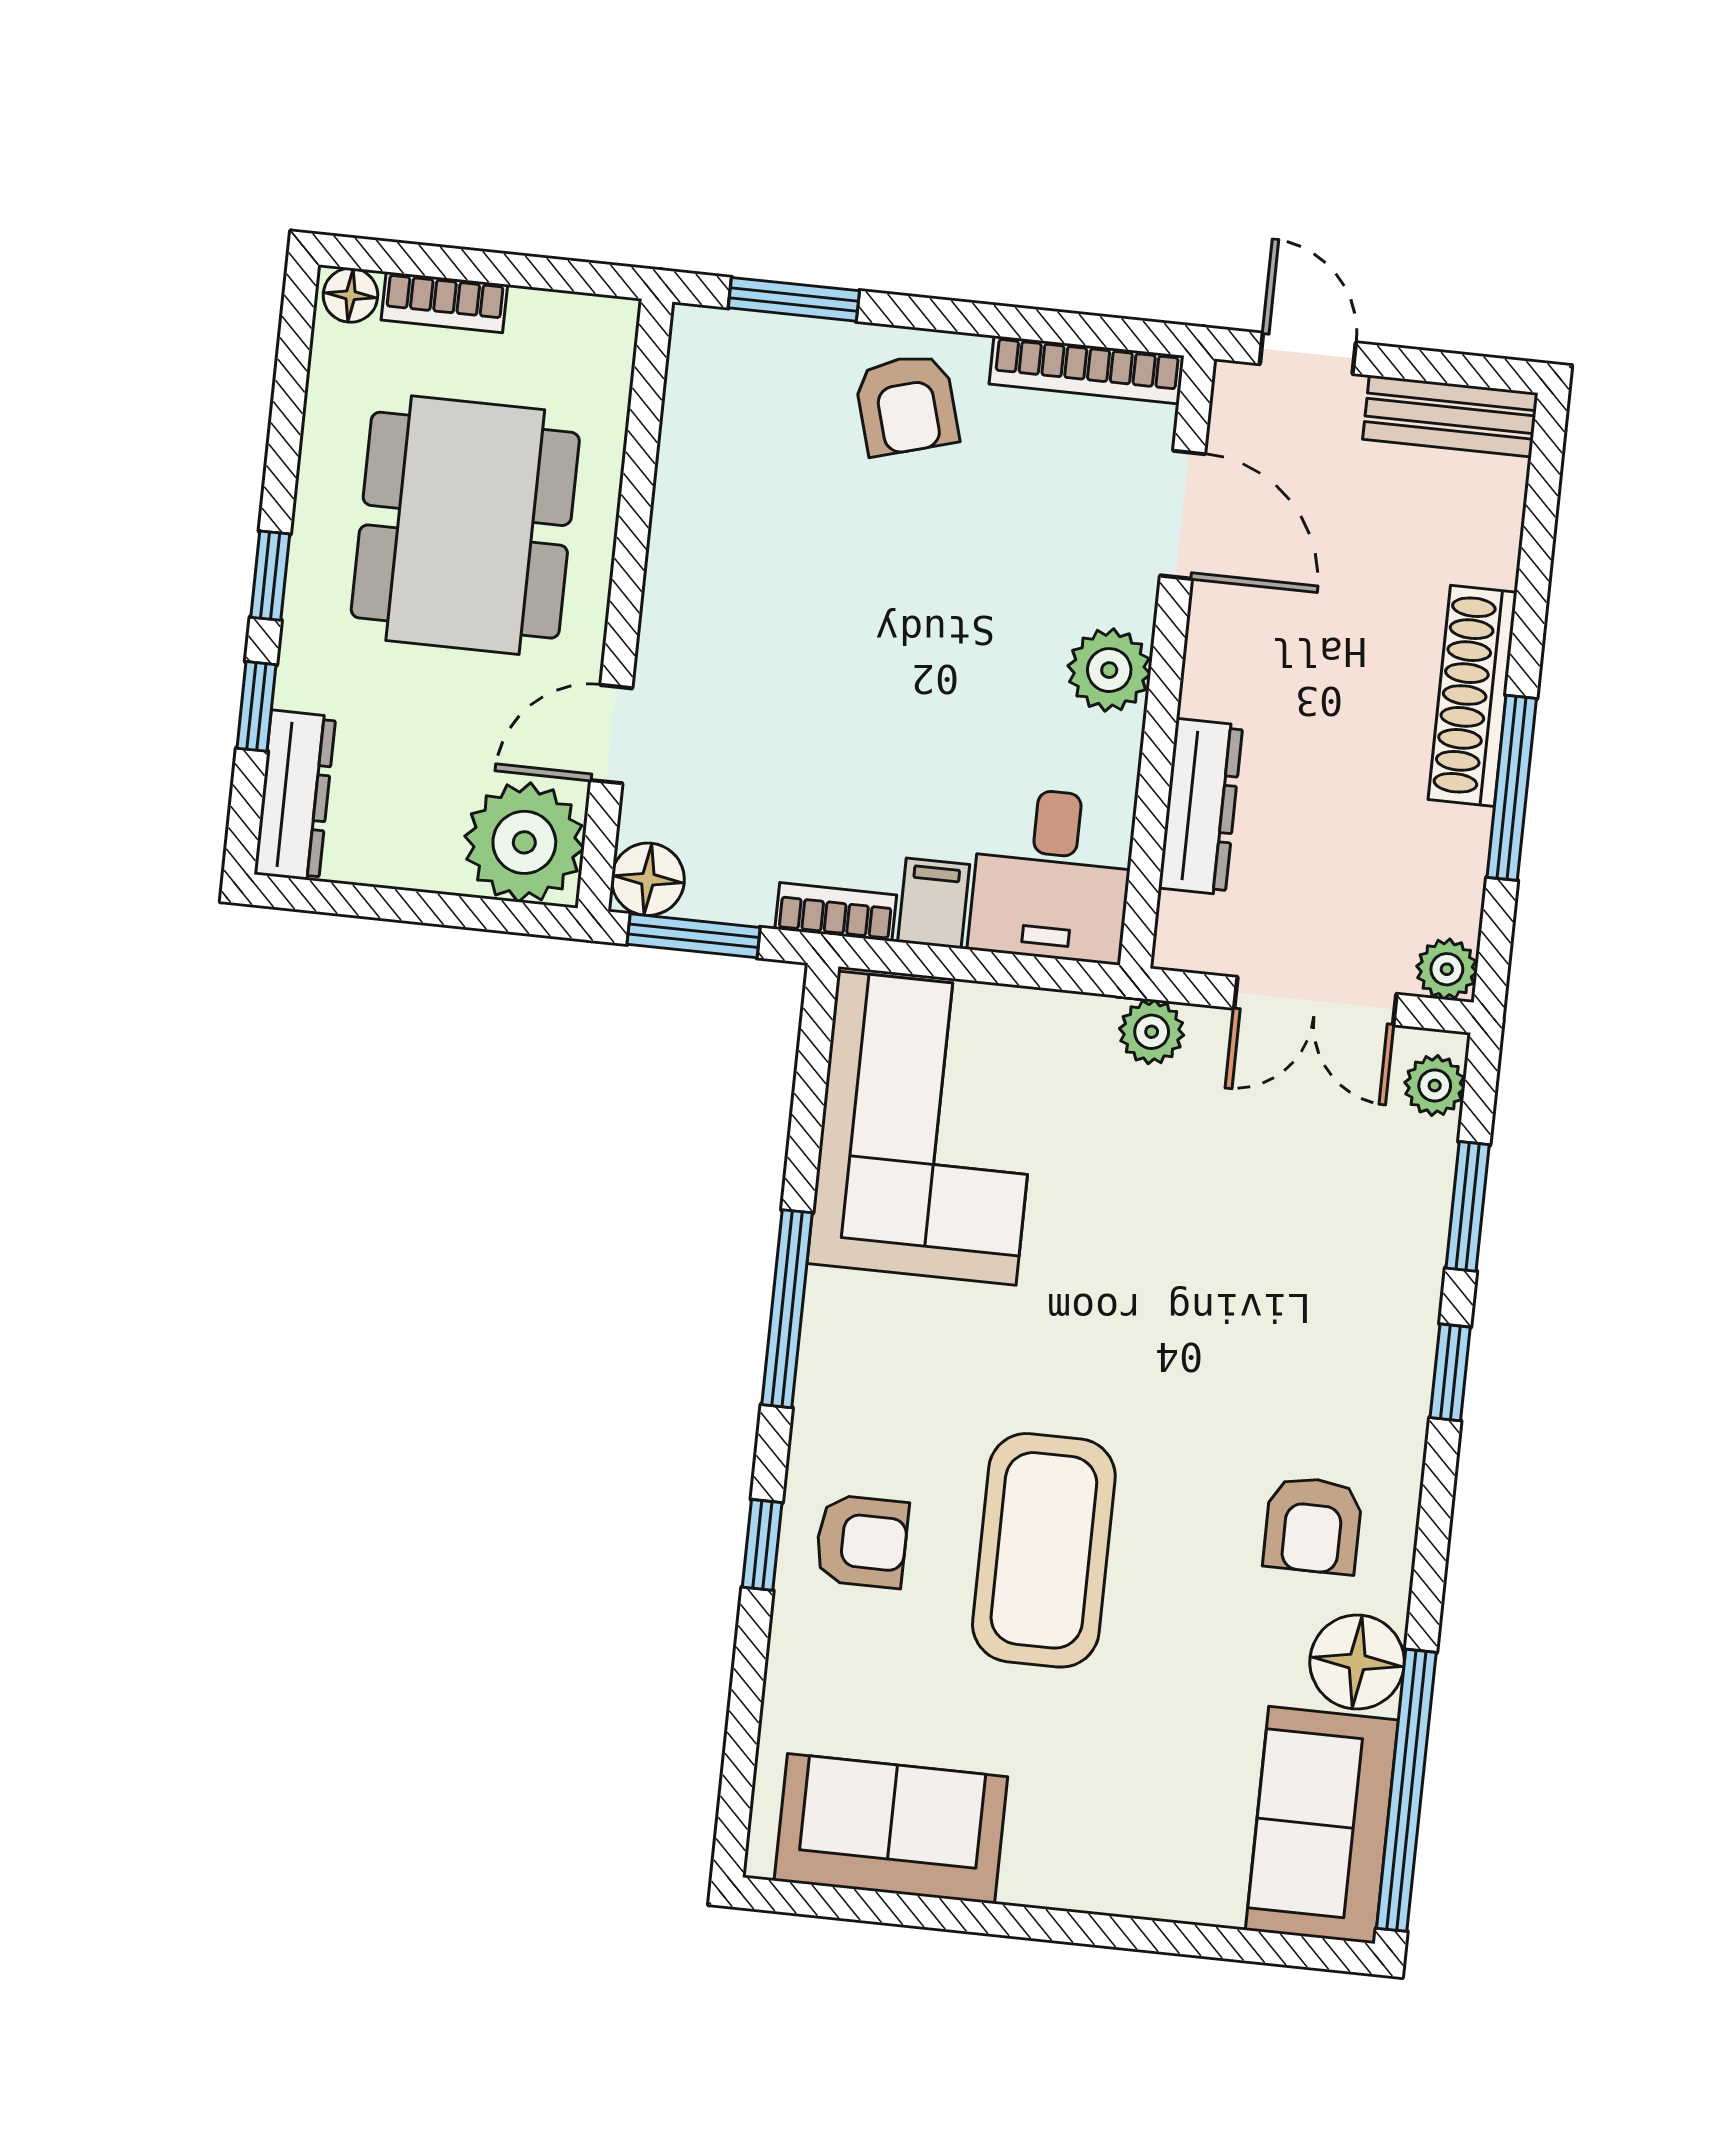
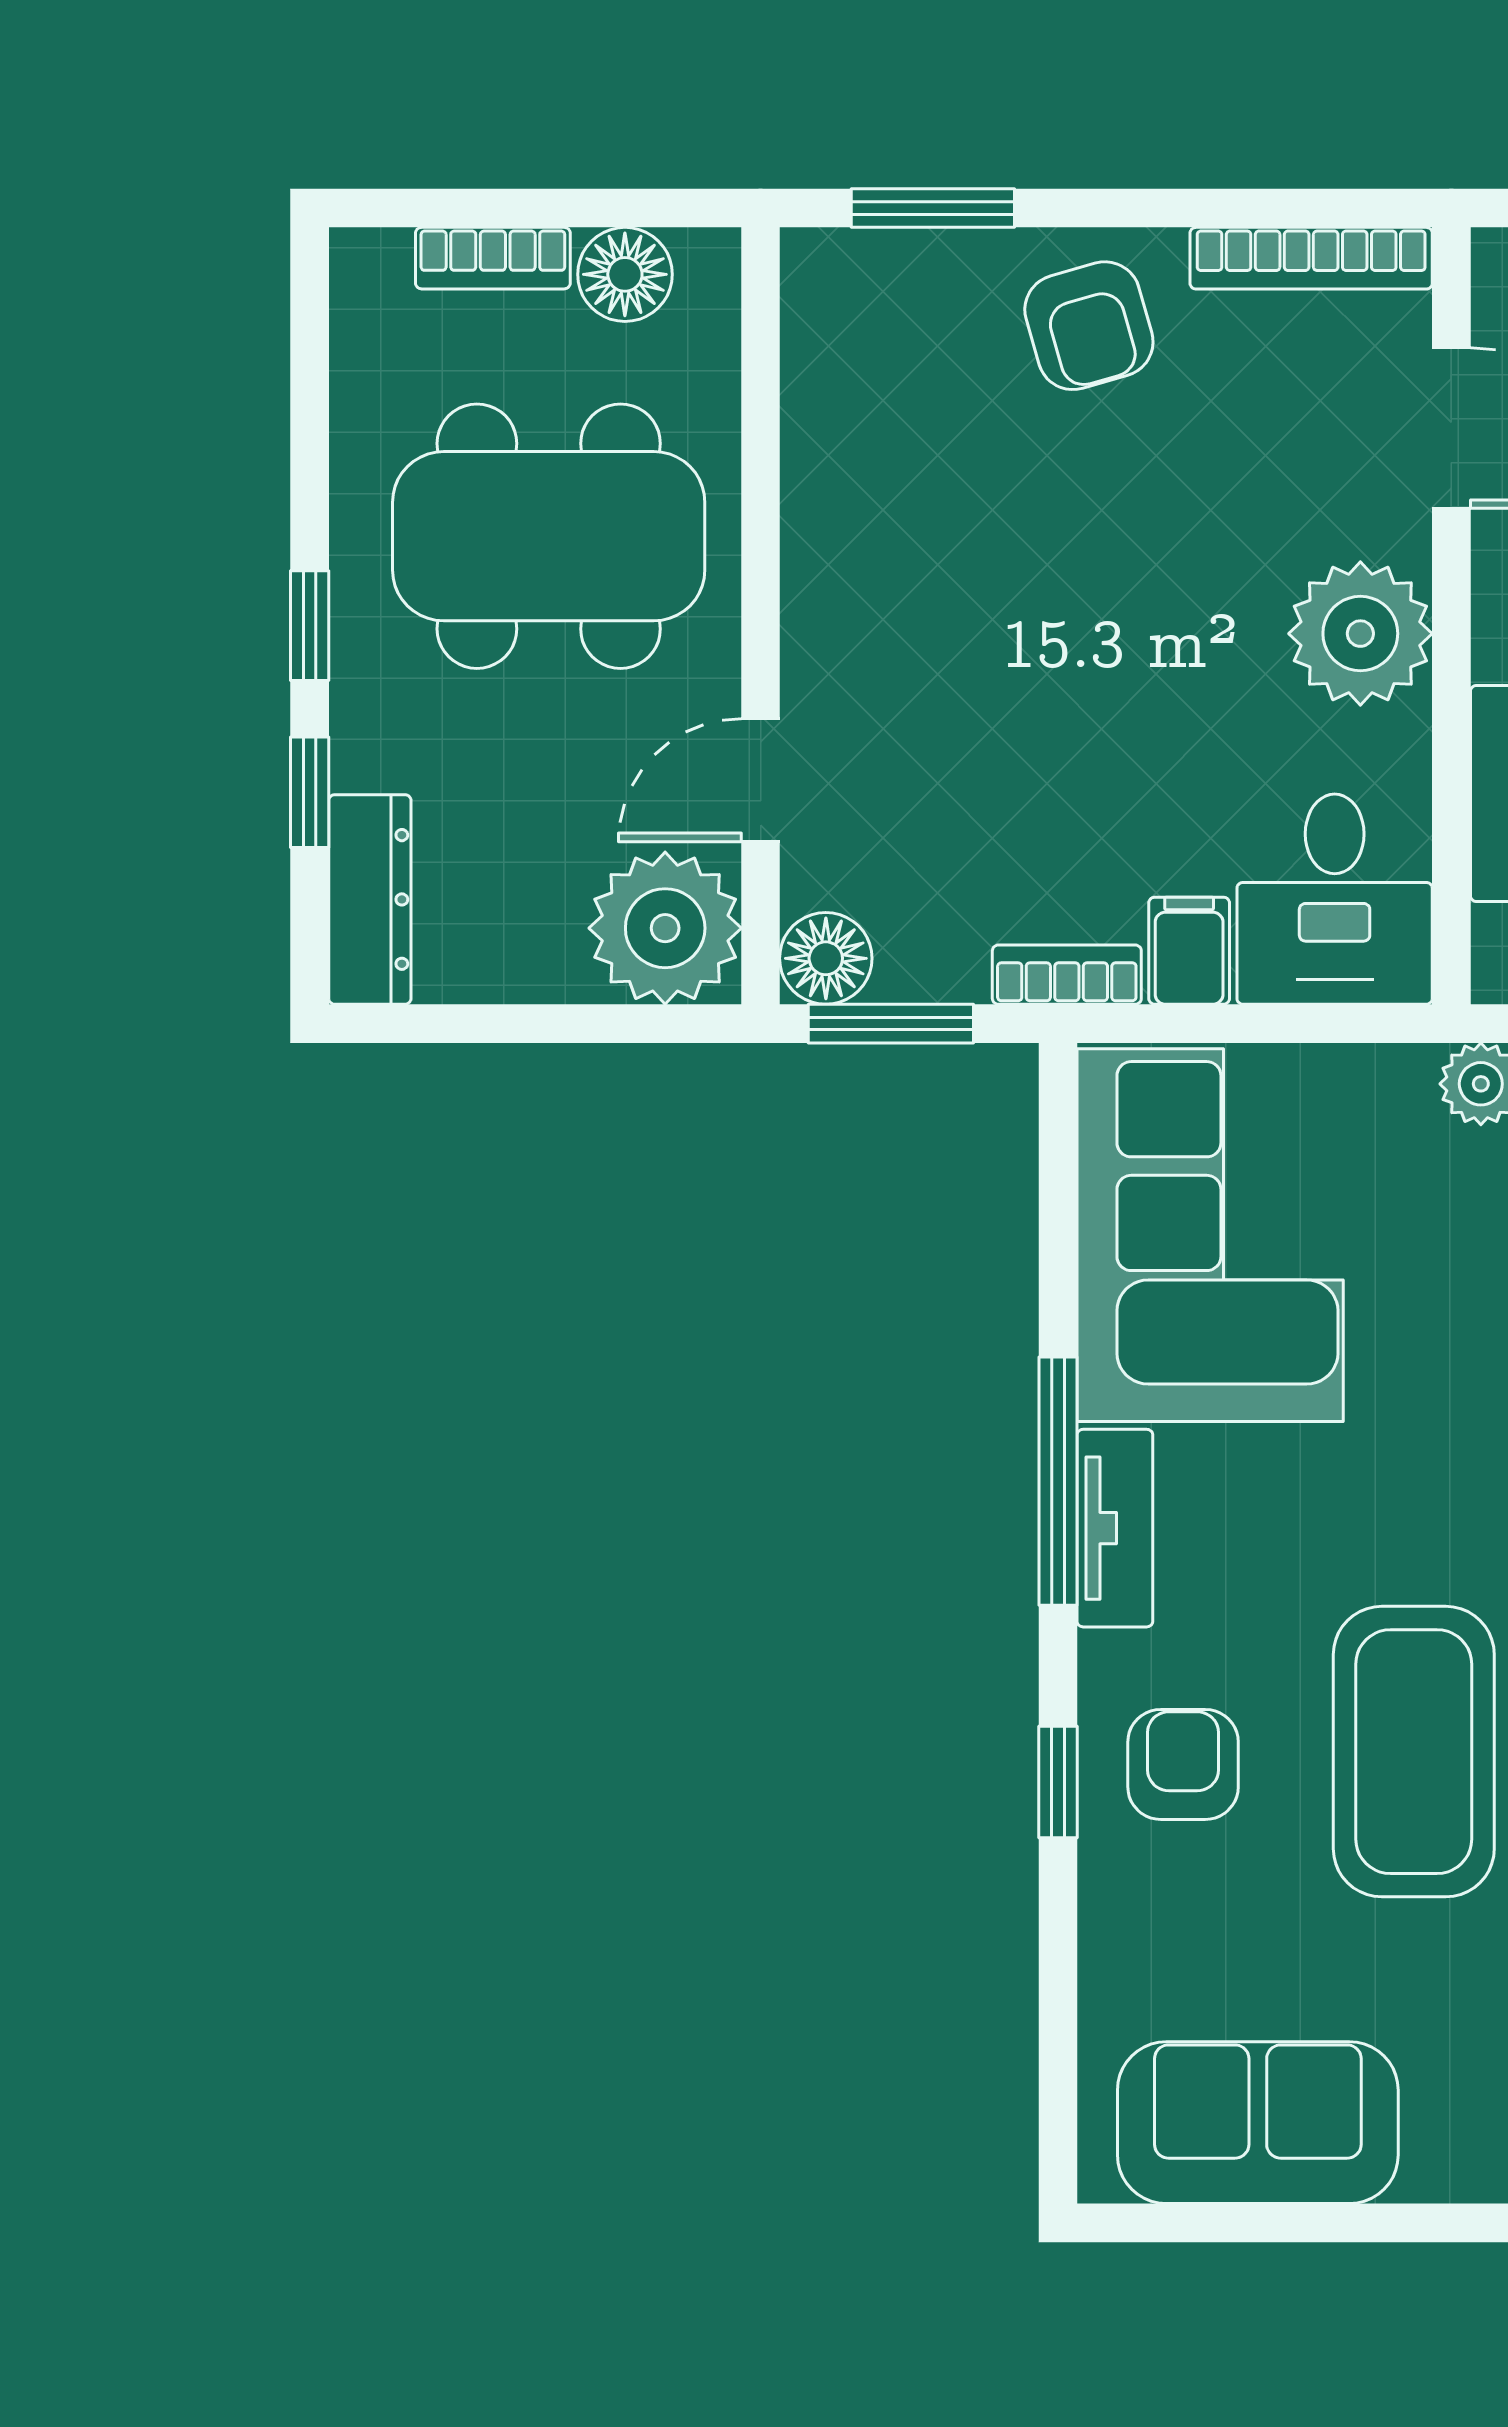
floor lamp: (350, 295) -> (625, 274), moved, width x1.37, depth x1.37
dining table: (465, 525) -> (549, 536), turned 90
plant: (1109, 670) -> (1360, 634), width x1.36, depth x1.36
tv unit: (828, 1350) -> (1115, 1528), added
armchair: (862, 1541) -> (1183, 1764), turned -90

